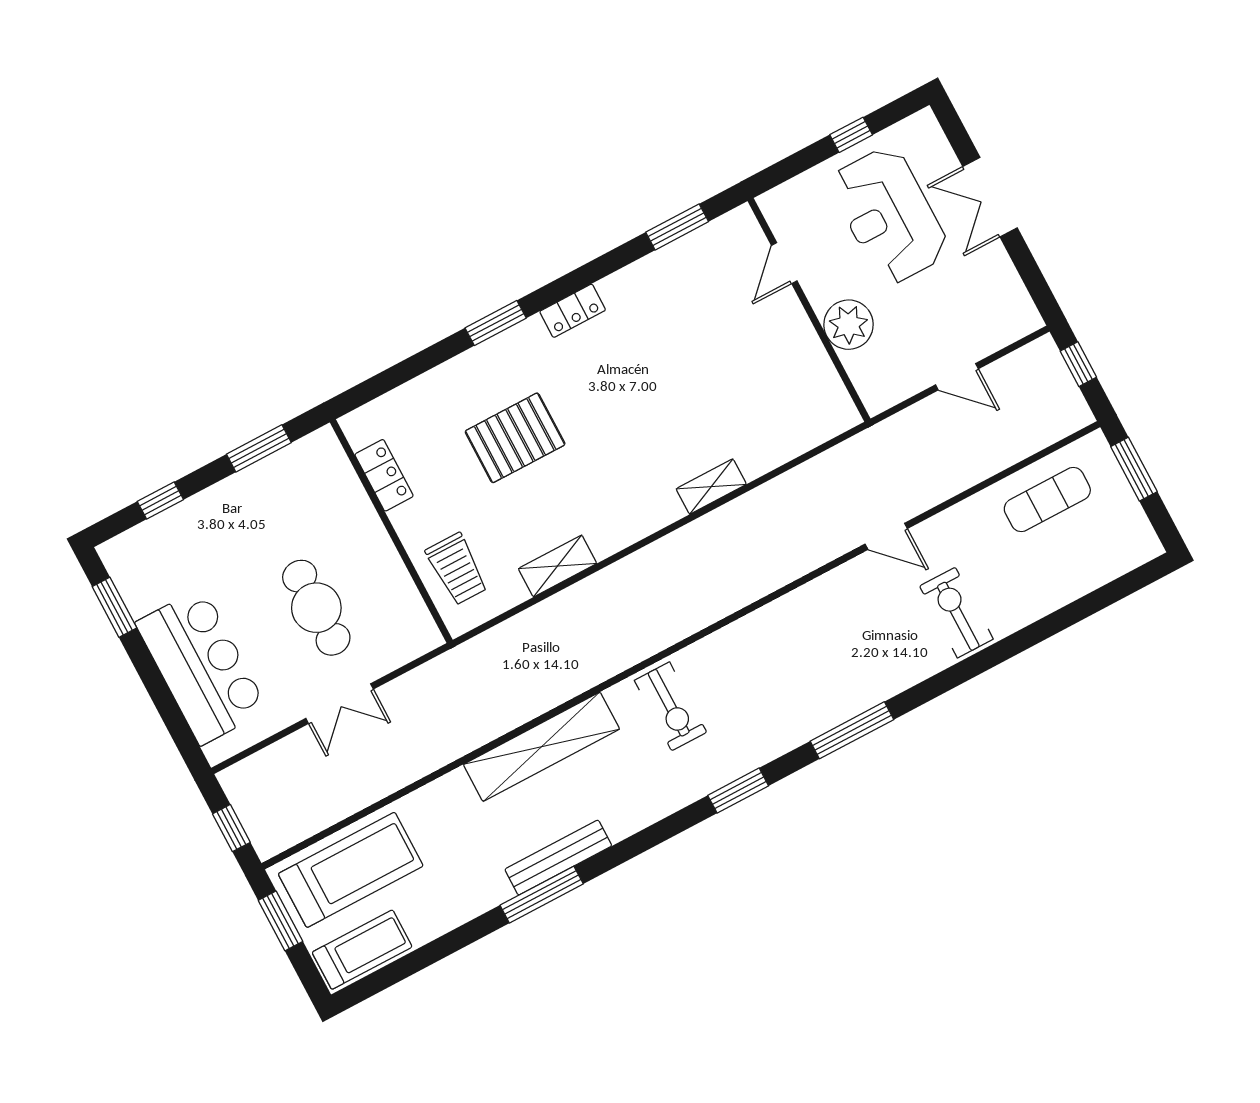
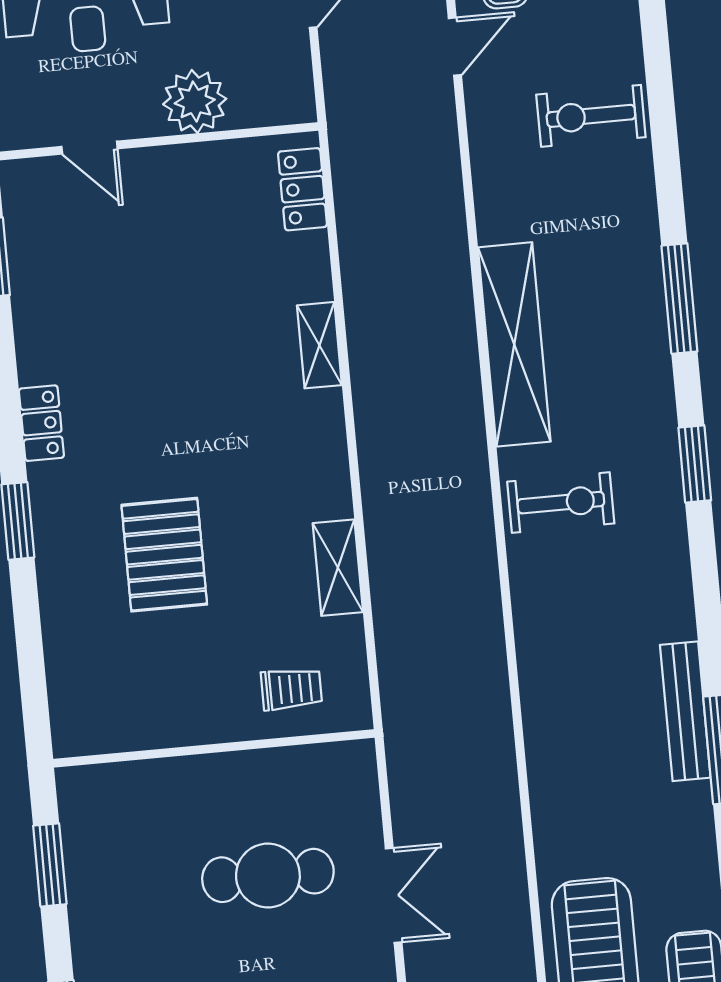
locker: (384, 475) -> (303, 189), moved, turned -90
door: (886, 536) -> (455, 47), moved
trolley: (457, 569) -> (291, 689), width x0.73, depth x0.72
shelving: (541, 747) -> (514, 344), moved

